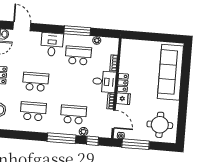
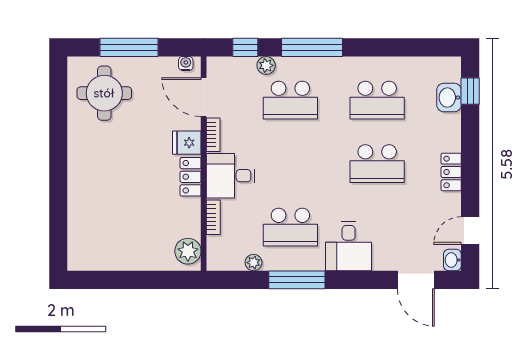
plant: (127, 48) -> (188, 251), added
sofa: (170, 72) -> (91, 207), removed
window: (136, 144) -> (129, 47), moved

